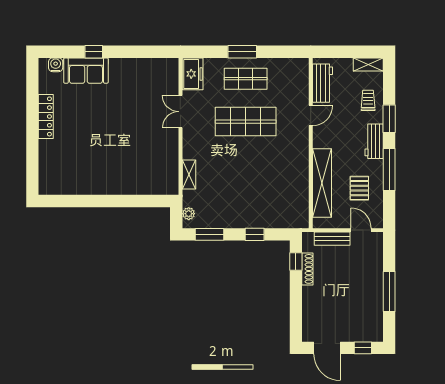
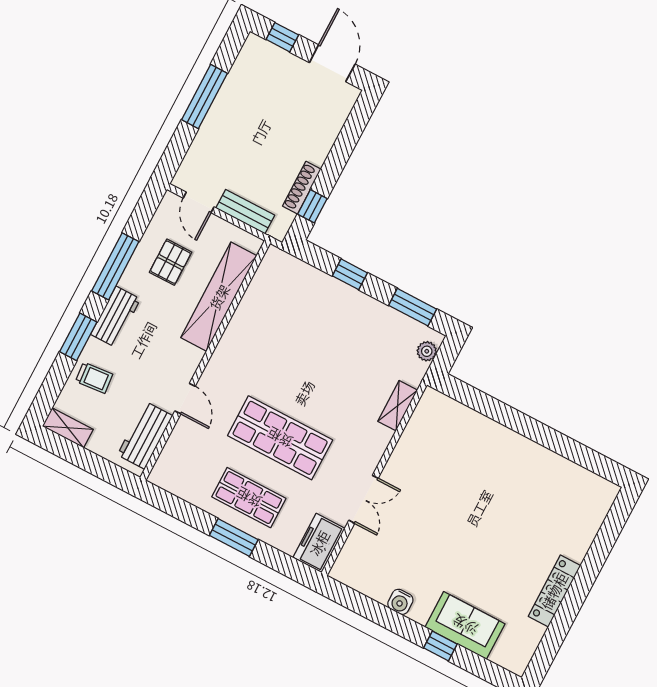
water cooler: (56, 65) -> (400, 602), moved
trolley: (368, 100) -> (94, 378), turned -95
door: (311, 116) -> (185, 399), swing flipped

